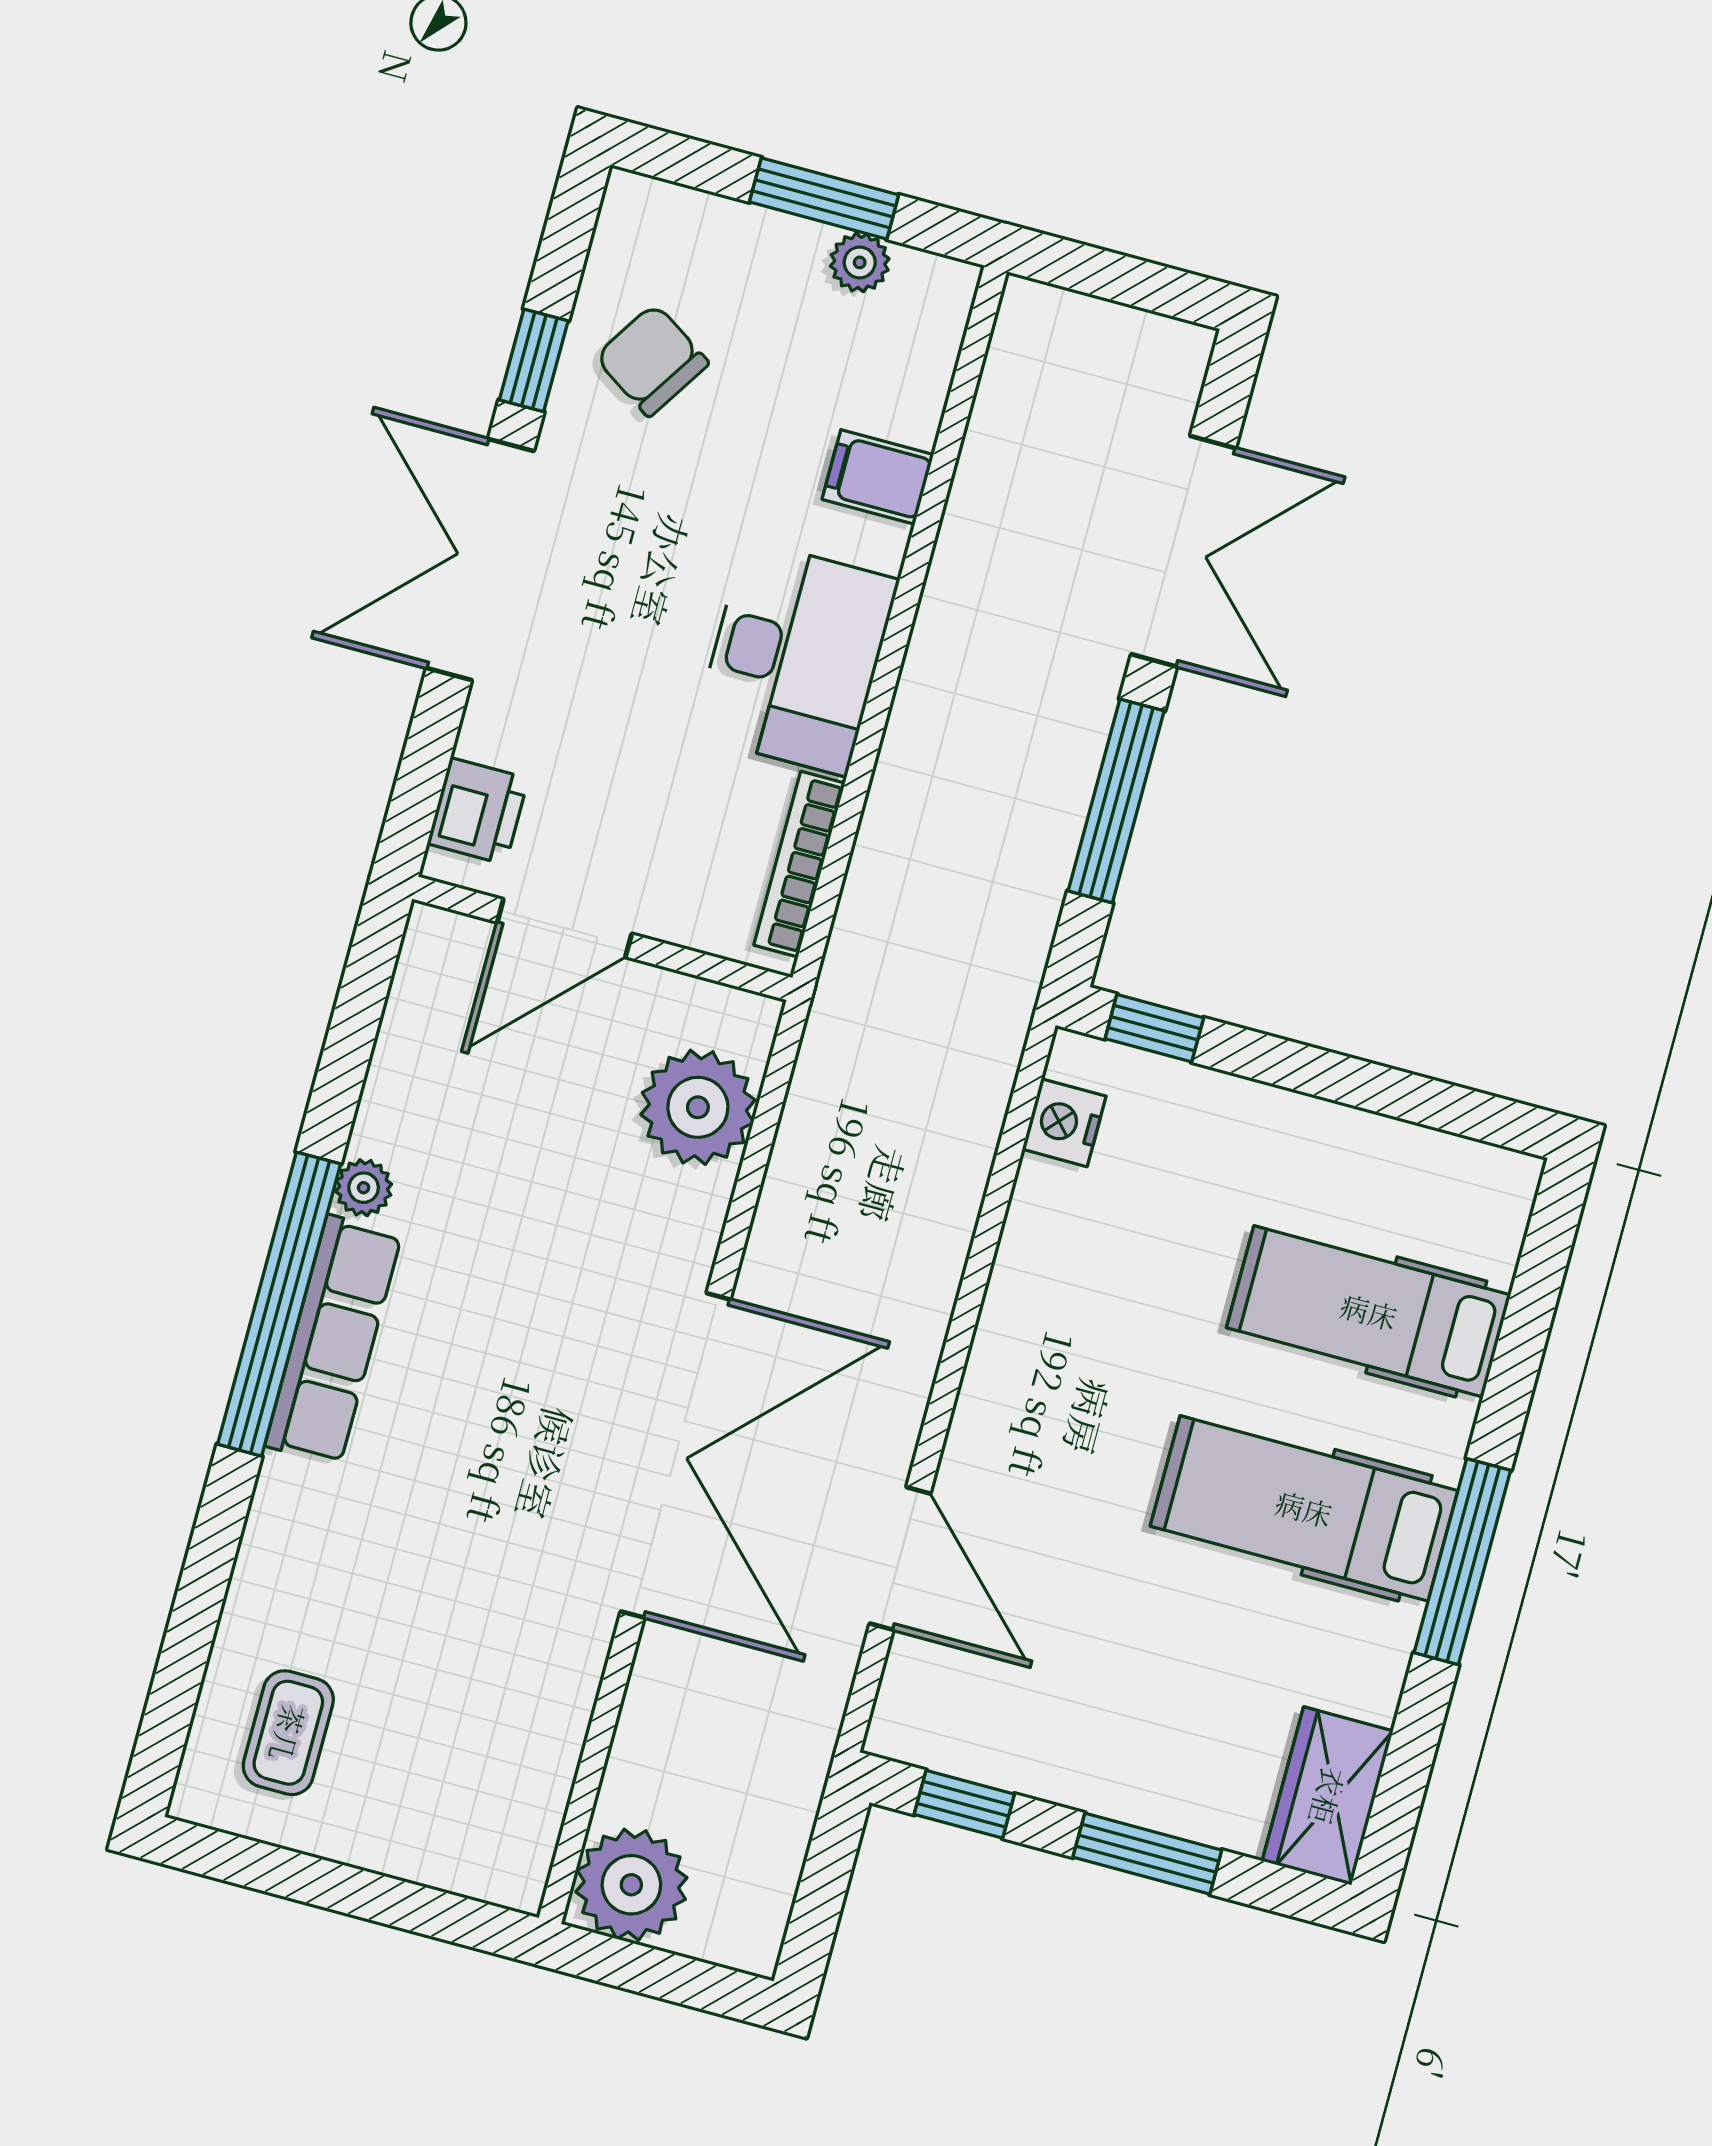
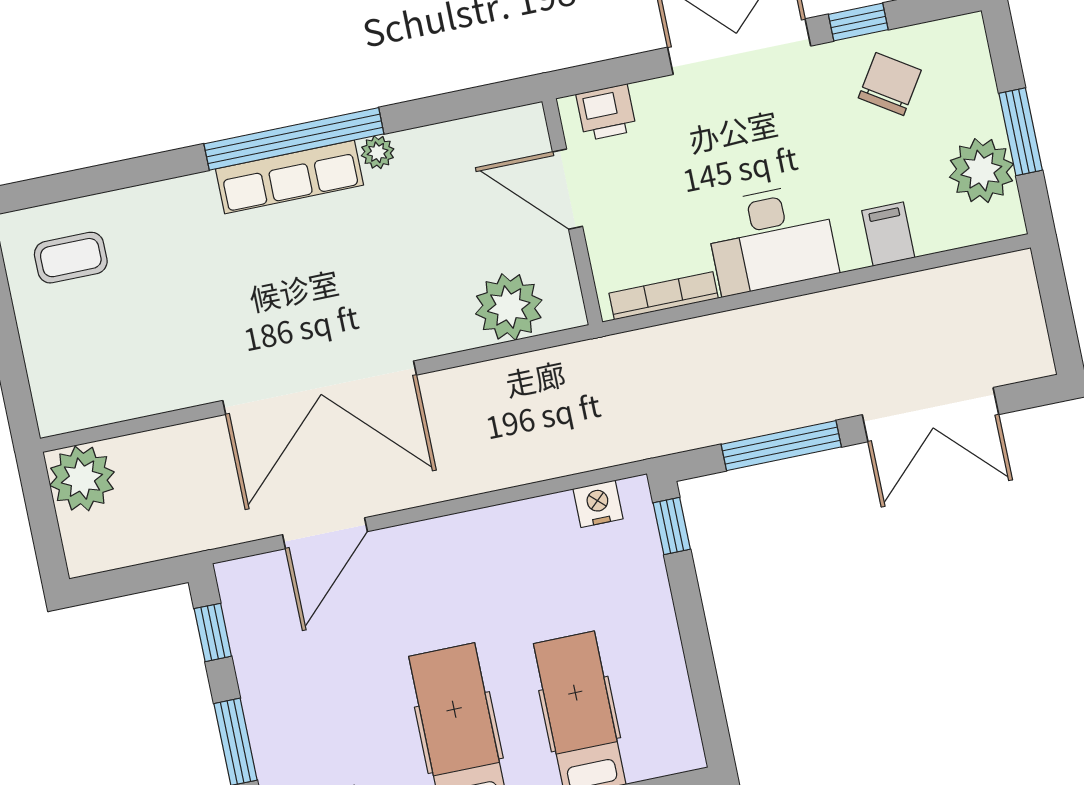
plant: (860, 262) -> (981, 171), width x1.87, depth x1.87

